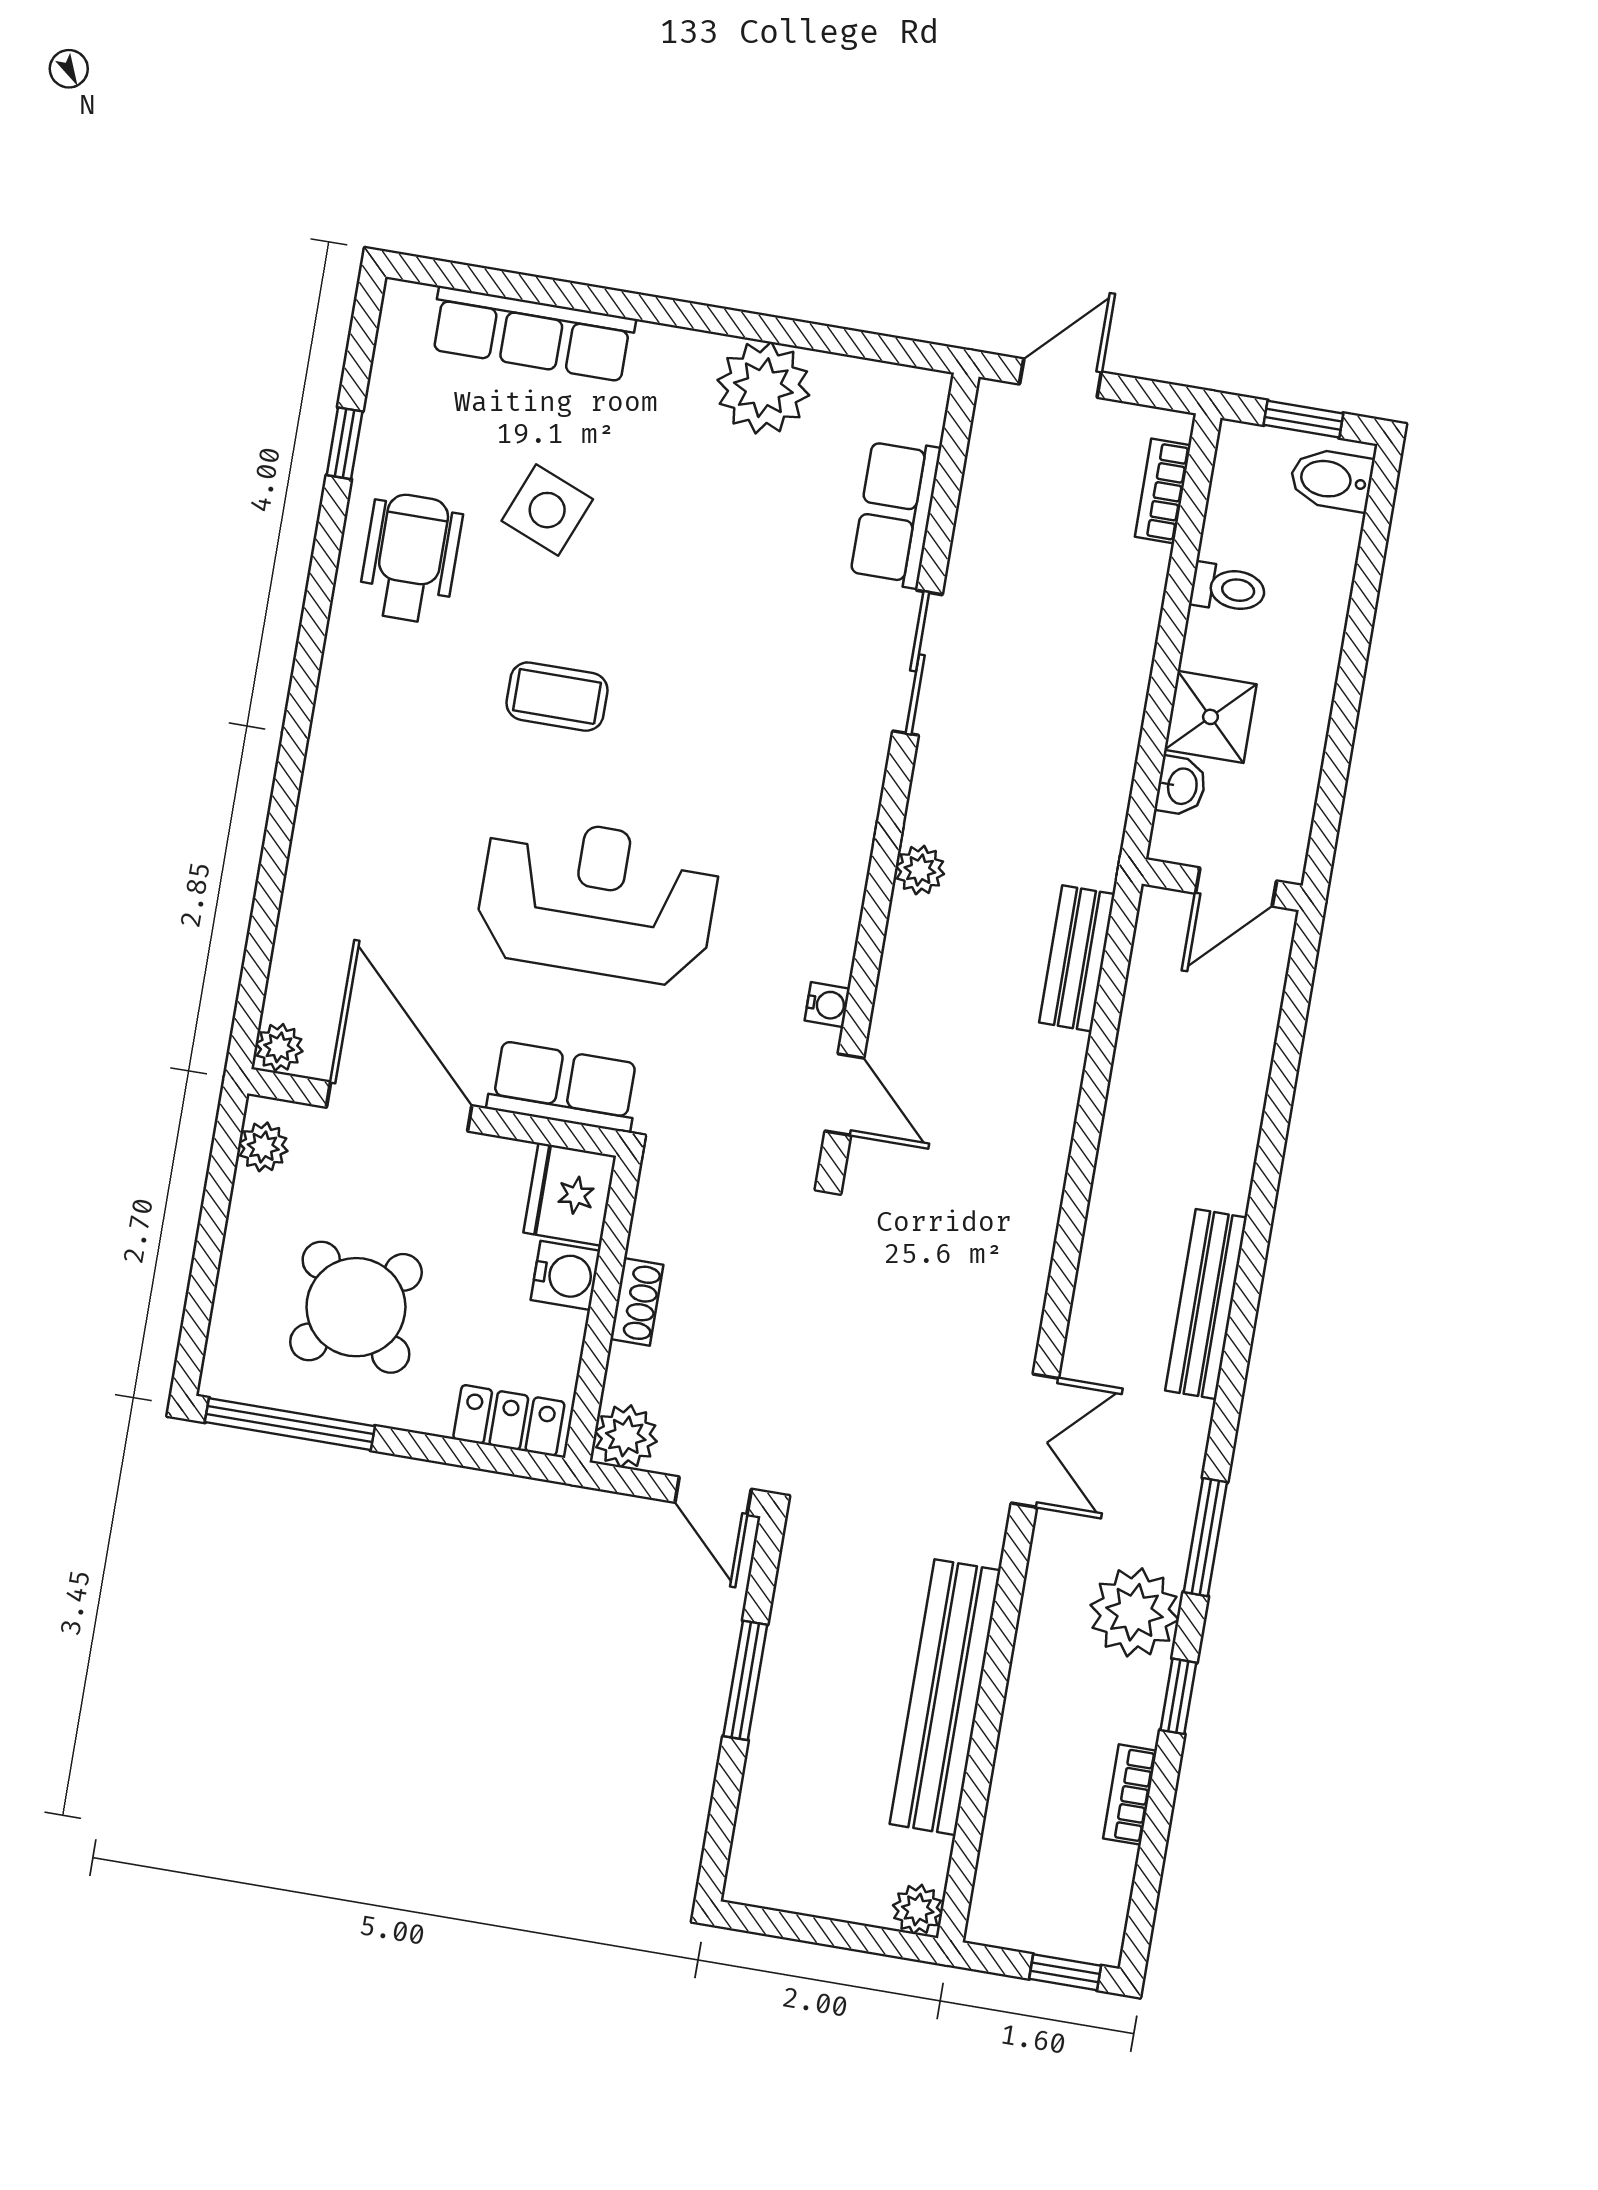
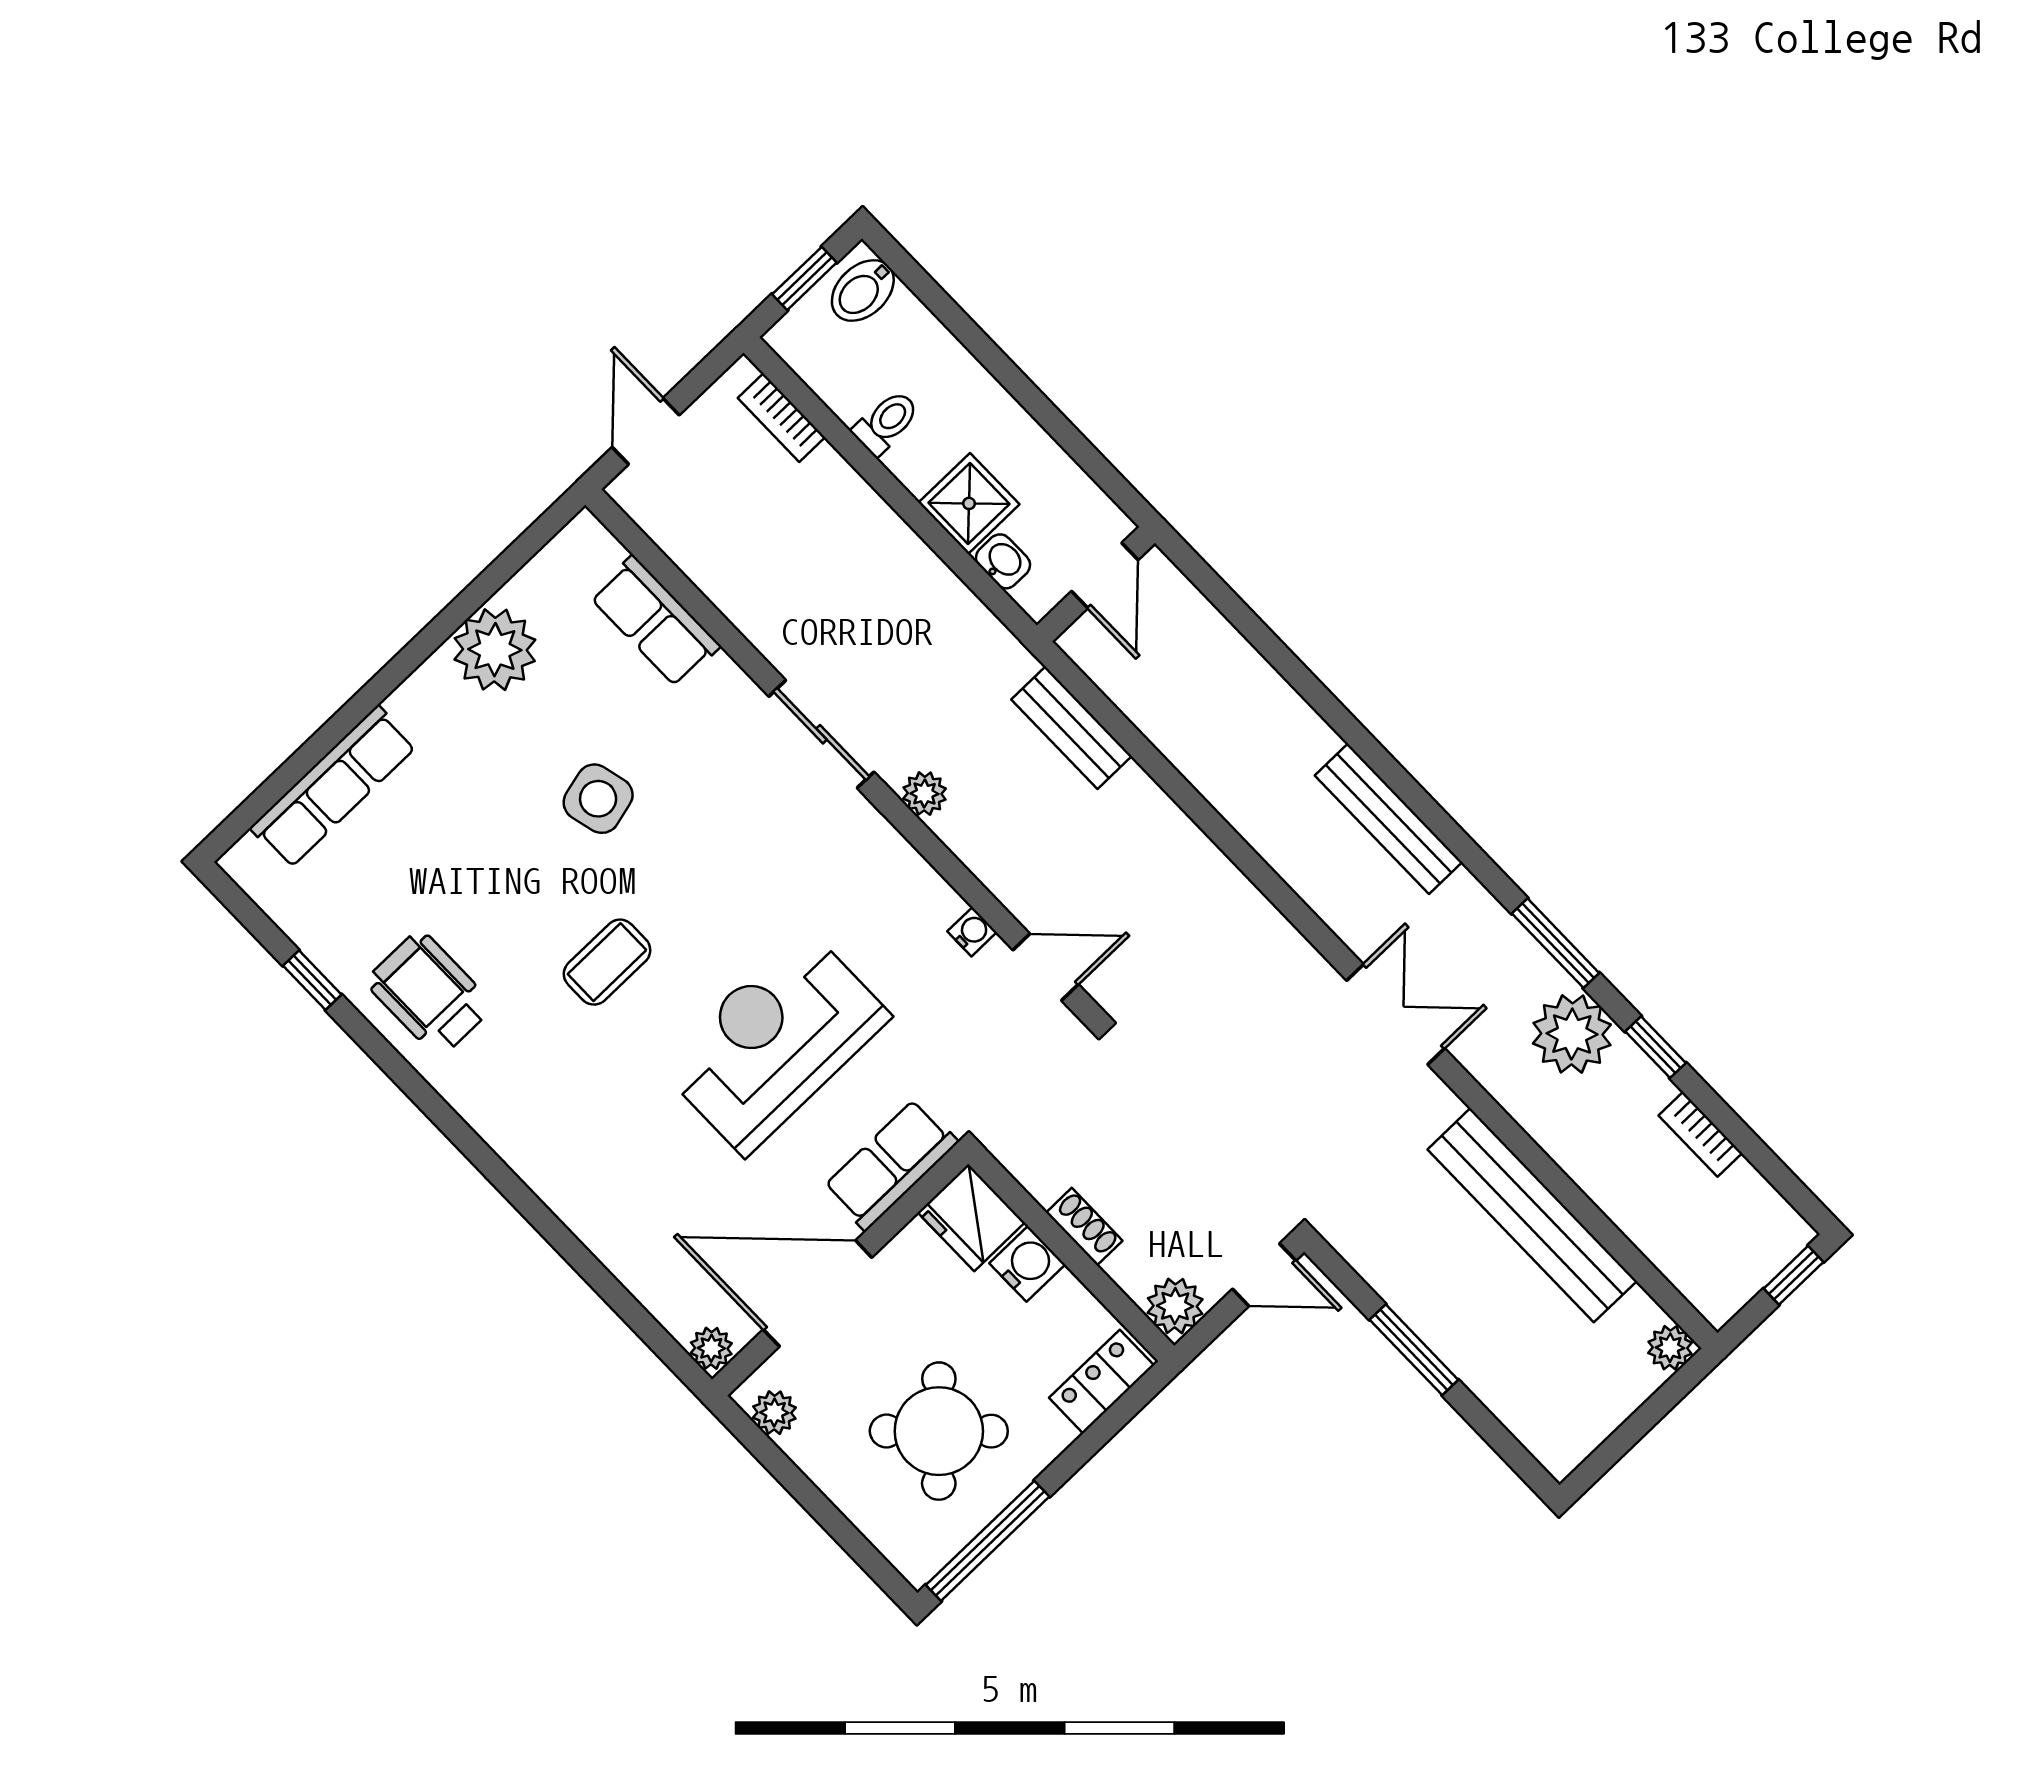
side table: (547, 510) -> (598, 799), moved, turned -36
sliding door: (917, 663) -> (822, 734), moved

